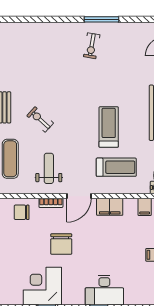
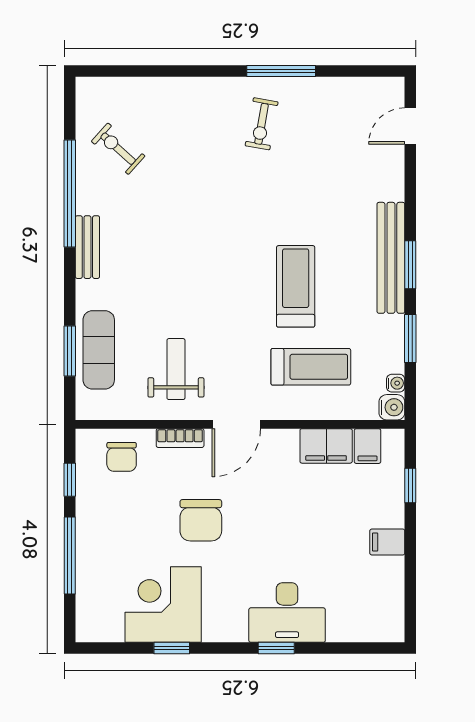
exercise bike: (40, 119) -> (118, 149), moved
filing cabinet: (110, 207) -> (326, 446), moved
chair: (22, 212) -> (122, 457), turned -90

